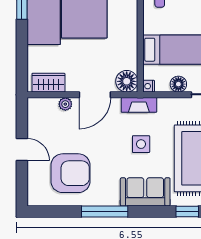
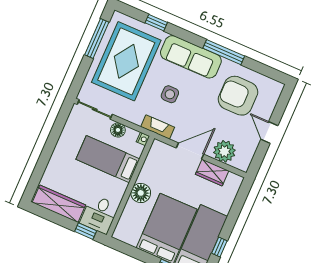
floor lamp: (127, 81) -> (141, 193), moved
wardrobe: (48, 83) -> (212, 173), moved
plant: (65, 104) -> (224, 151), width x1.87, depth x1.87
sofa: (145, 192) -> (191, 57), width x1.36

